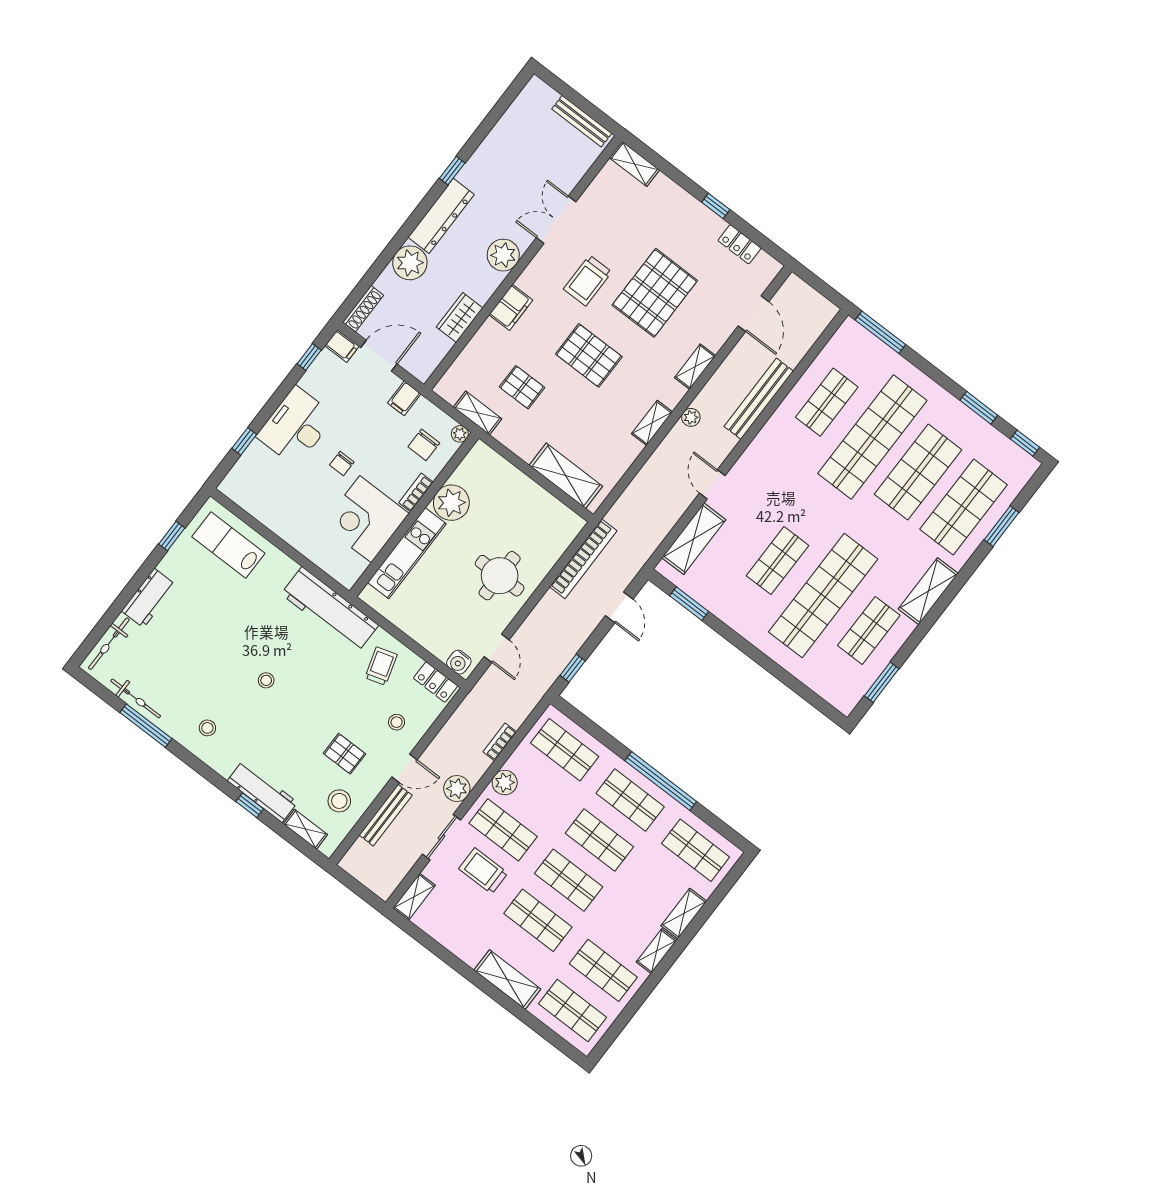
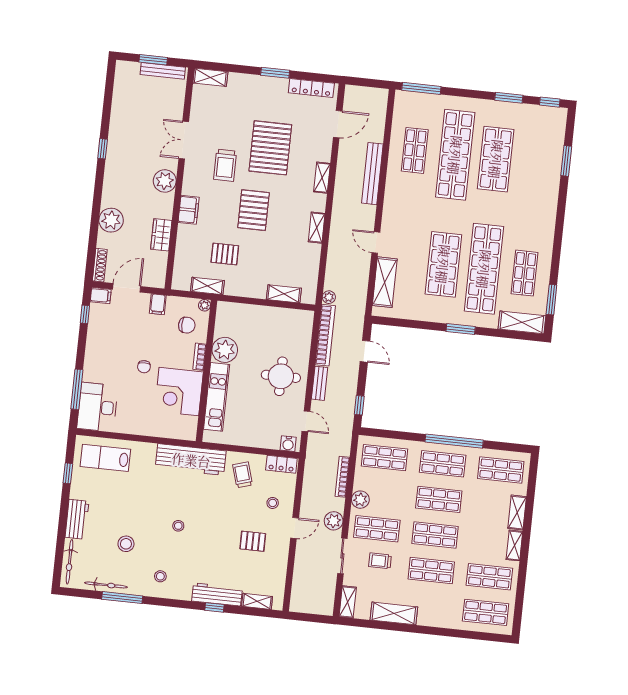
window: (579, 101) -> (153, 60), added
window: (716, 206) -> (275, 73), width x1.50
dresser: (441, 216) -> (113, 180), removed
locker: (739, 244) -> (311, 88), width x1.53
door: (753, 314) -> (338, 124), hinge flipped
pallet: (589, 355) -> (254, 210), turned 90
plant: (691, 417) -> (329, 297), moved
desk: (296, 426) -> (97, 407), moved
window: (244, 441) -> (77, 389), width x2.17
chair: (424, 445) -> (187, 325), turned -90
shelving: (566, 476) -> (284, 294), width x0.67, depth x0.75
shop shelf: (964, 507) -> (536, 163), removed
shop shelf: (778, 561) -> (443, 264), width x1.43, depth x1.36
shelving: (928, 591) -> (522, 322), moved, turned 90
window: (689, 604) -> (461, 329), moved
bookcase: (500, 742) -> (342, 477), width x1.56
stool: (339, 801) -> (126, 544), moved
bench: (386, 815) -> (320, 383), moved, width x0.73
trolley: (483, 871) -> (380, 561), width x0.73, depth x0.72
shelving: (507, 980) -> (394, 613), moved

